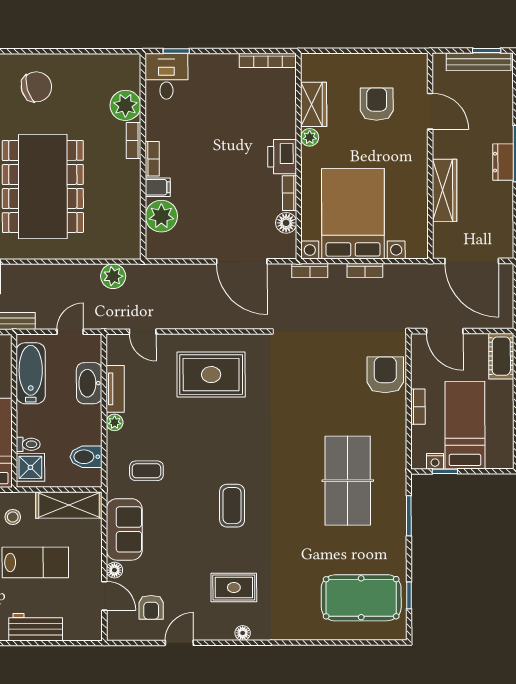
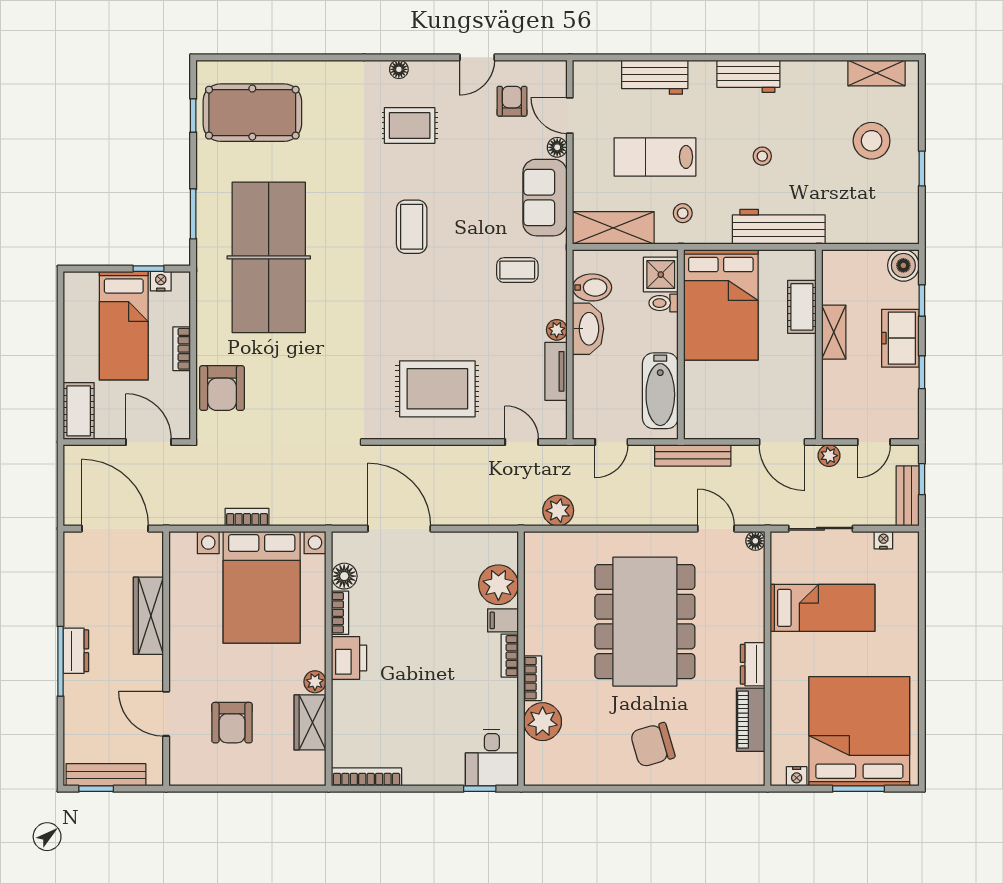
bookcase: (310, 271) -> (315, 517), removed
washbasin: (89, 383) -> (588, 329), moved
table tennis table: (348, 481) -> (269, 257), width x1.36, depth x1.32

